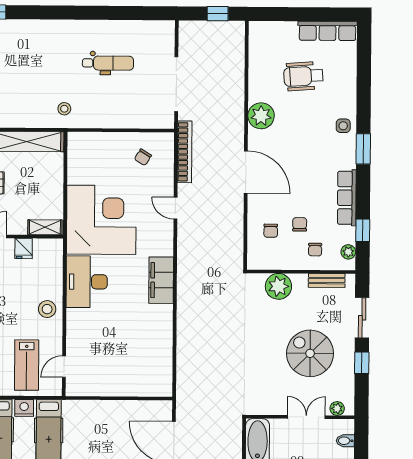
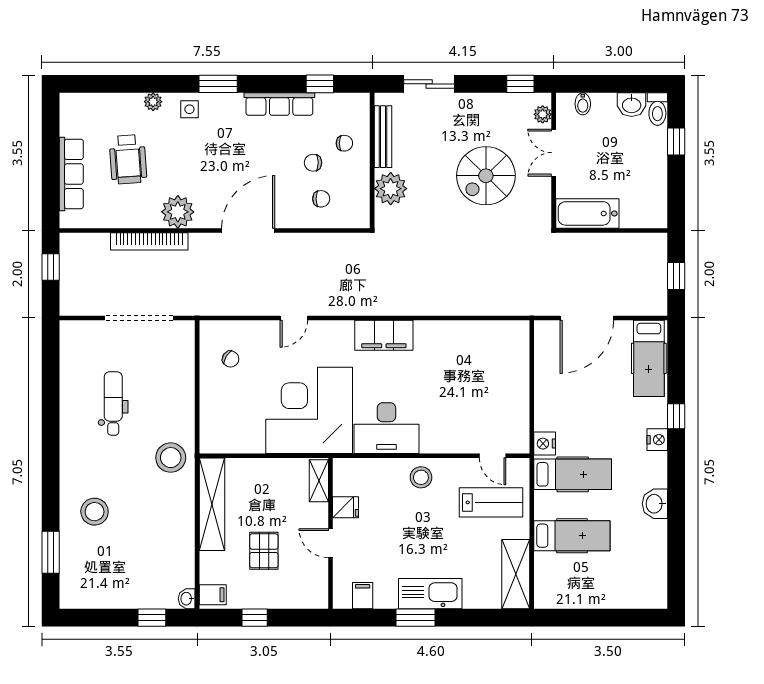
row of seats: (328, 31) -> (71, 174), moved
stool: (21, 47) -> (95, 512), added
stool: (64, 109) -> (171, 458), width x1.89, depth x1.89
bookcase: (185, 152) -> (149, 241), moved, turned 180
plant: (348, 252) -> (153, 102), moved
bench: (327, 281) -> (383, 137), width x1.36
spiral stairs: (310, 353) -> (486, 176), moved
window: (362, 363) -> (520, 84), moved
nightstand: (24, 408) -> (545, 444), moved

